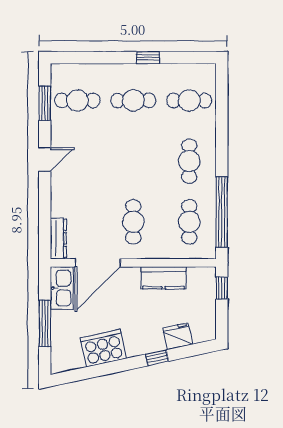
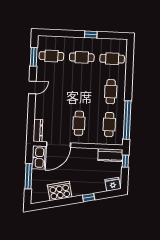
kitchen counter: (163, 278) -> (110, 155), moved
fridge: (178, 336) -> (113, 184), moved

